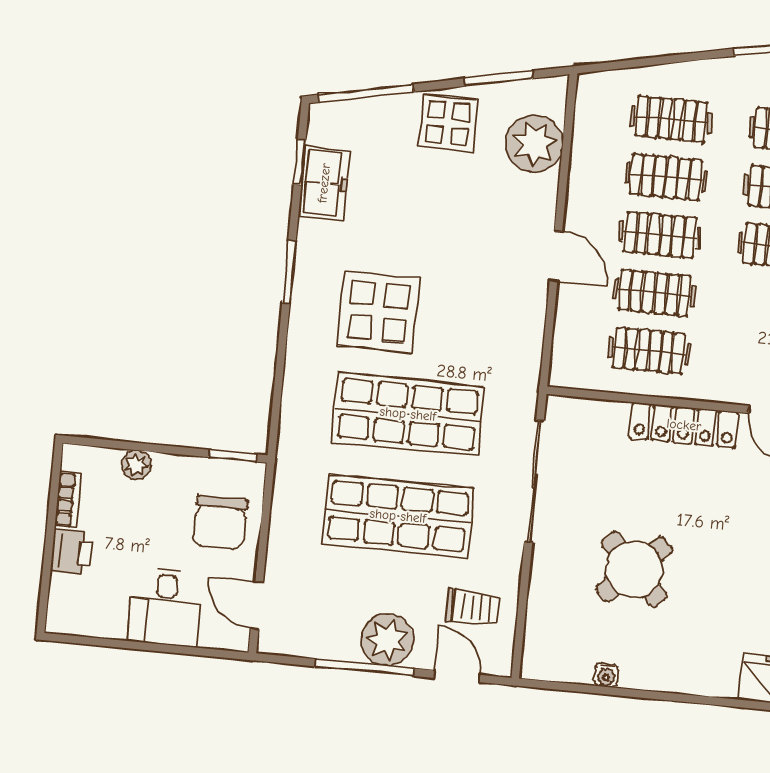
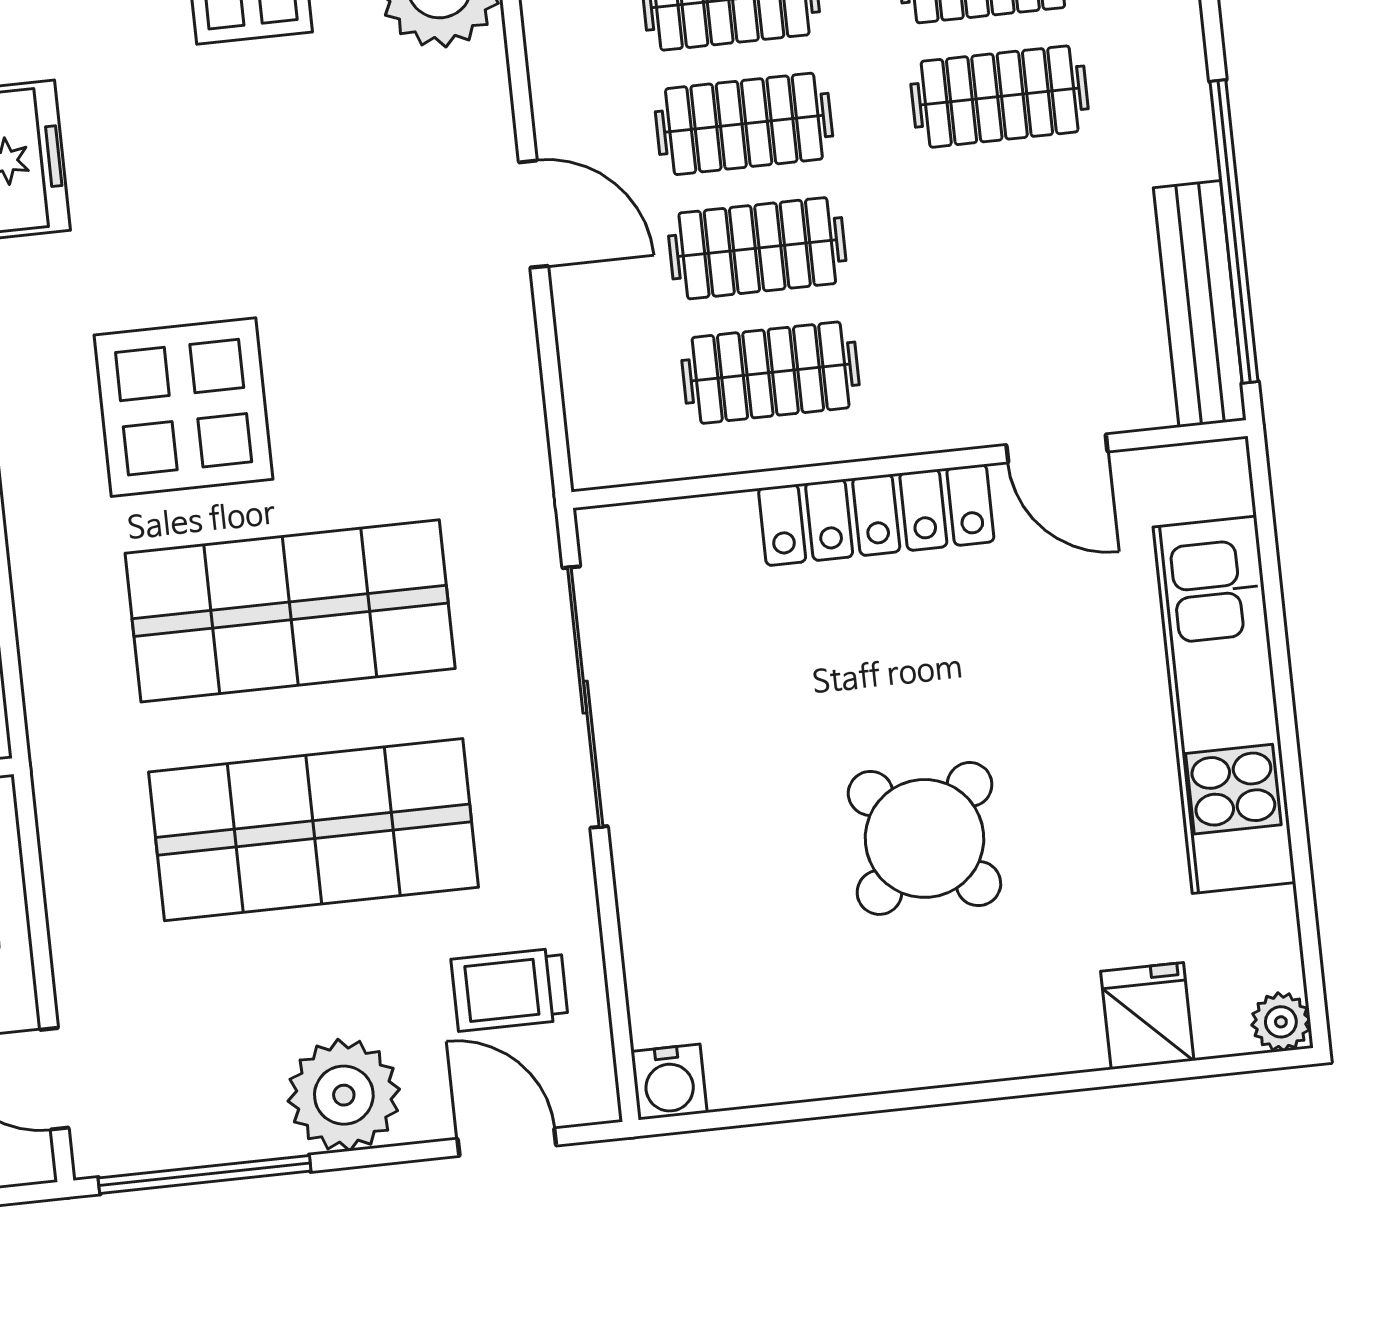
round table: (634, 569) -> (924, 838), moved
trolley: (472, 607) -> (510, 990), turned 180
window: (365, 667) -> (205, 1174), moved
water cooler: (606, 675) -> (669, 1082), moved, width x1.38, depth x1.38

